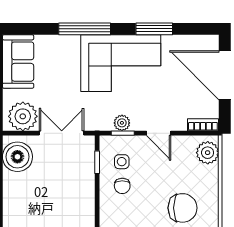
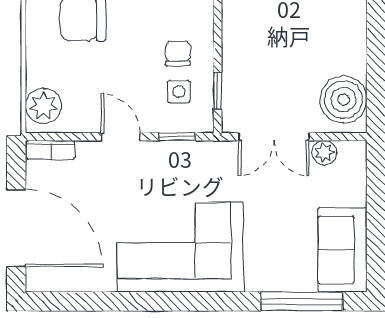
window: (85, 29) -> (302, 301), moved
window: (154, 29) -> (128, 301), removed
plant: (23, 116) -> (324, 153), width x0.53, depth x0.53
plant: (122, 123) -> (179, 153), removed

